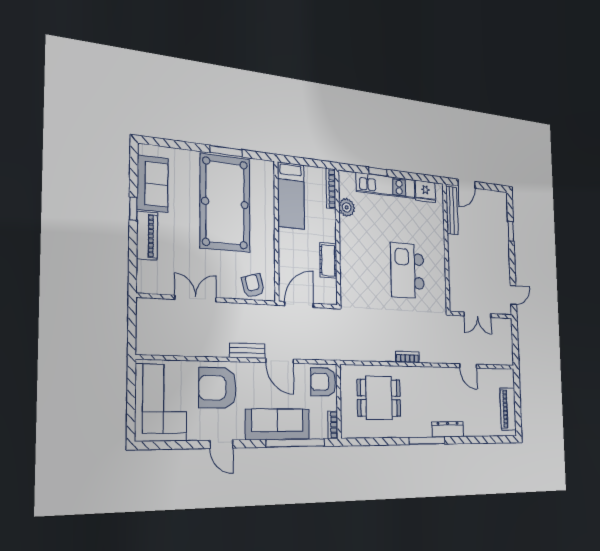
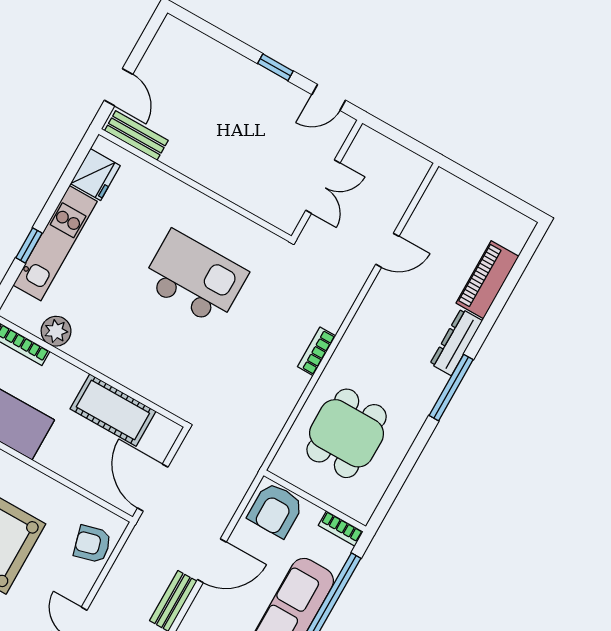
bench: (452, 210) -> (136, 135), width x0.73
window: (511, 231) -> (275, 67), moved
cot: (328, 260) -> (113, 410), width x1.37, depth x1.34
kitchen island: (407, 271) -> (195, 278), turned 180
door: (513, 295) -> (329, 97), swing flipped
piano: (508, 409) -> (487, 280), moved, turned 90

